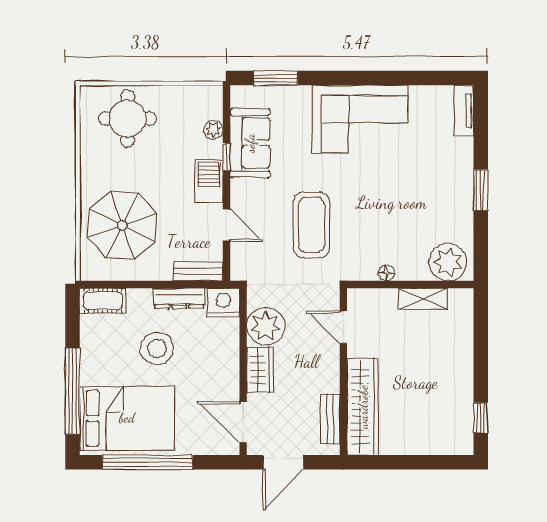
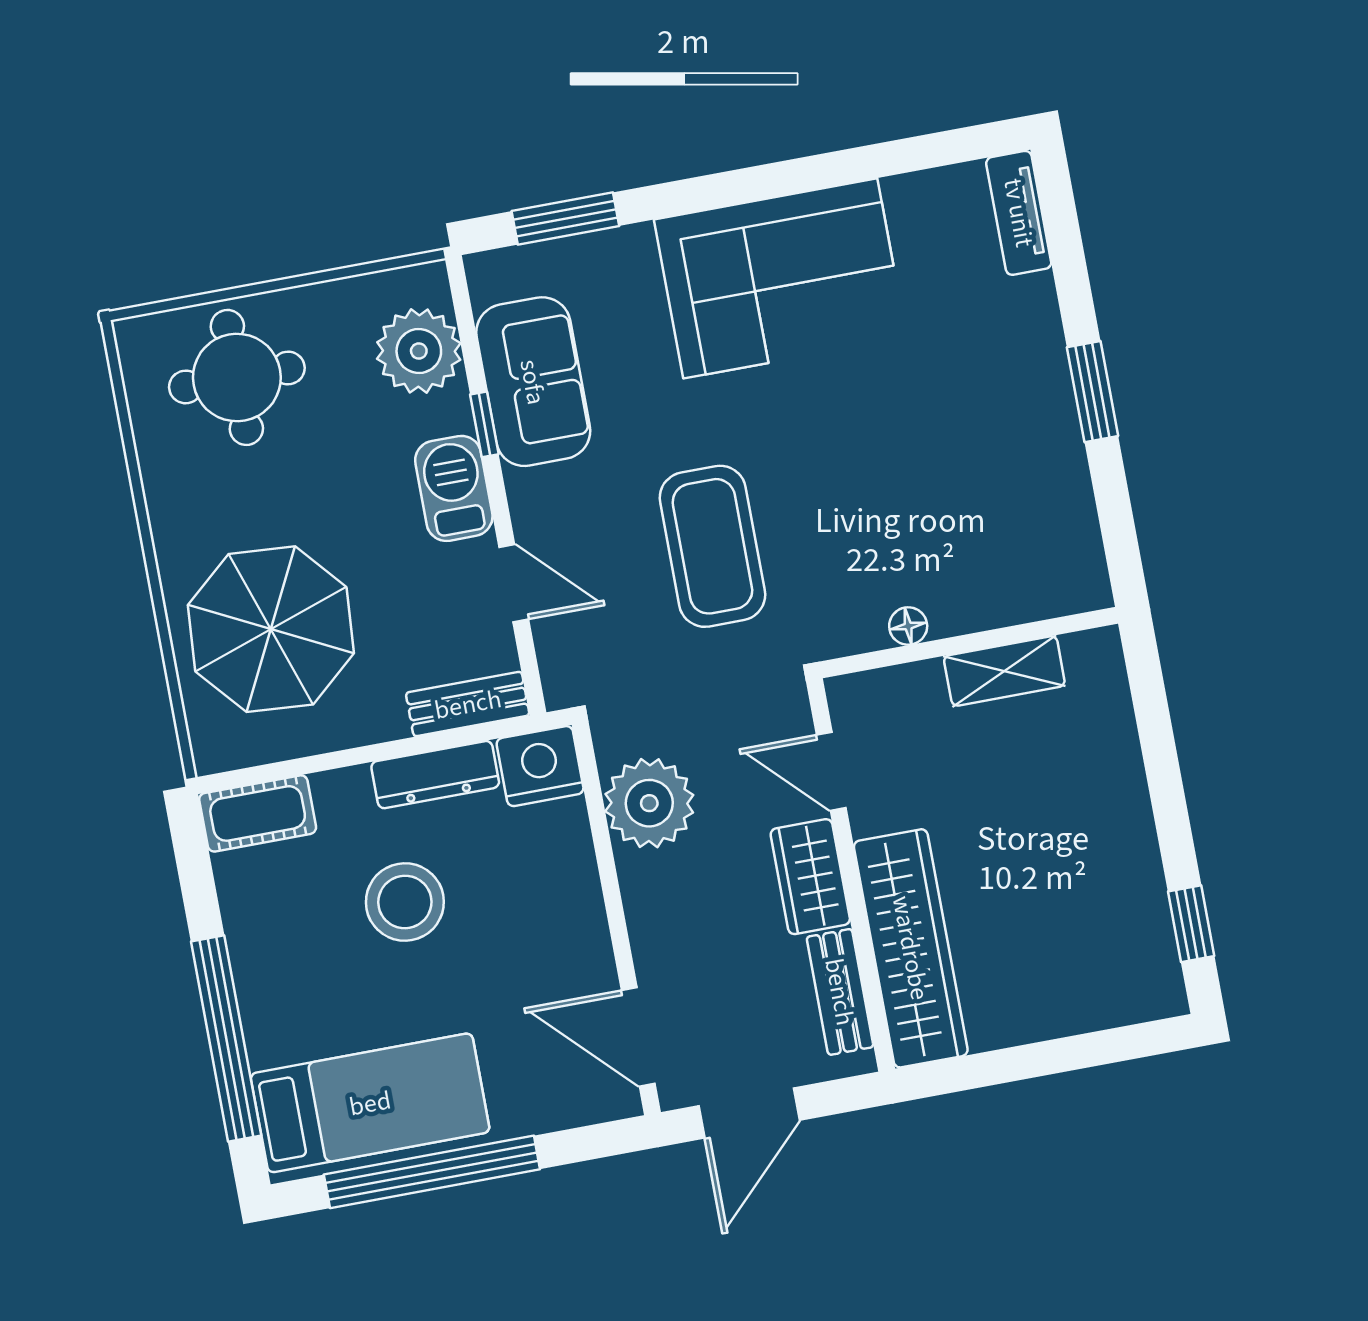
plant: (213, 130) -> (419, 351), width x1.88, depth x1.88
plant: (448, 262) -> (1047, 574), removed
wardrobe: (260, 370) -> (810, 877), moved, turned 180
bed: (127, 418) -> (370, 1103), width x0.67

